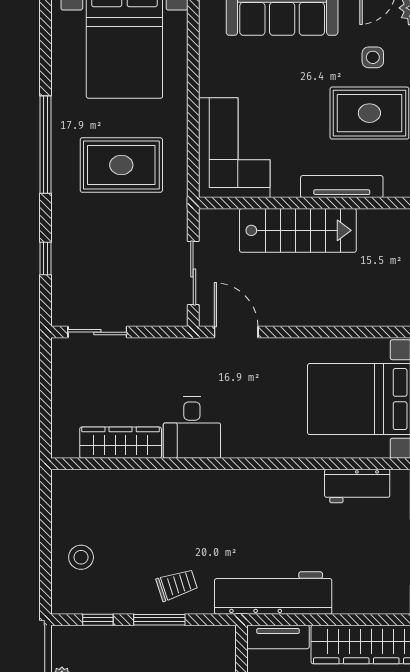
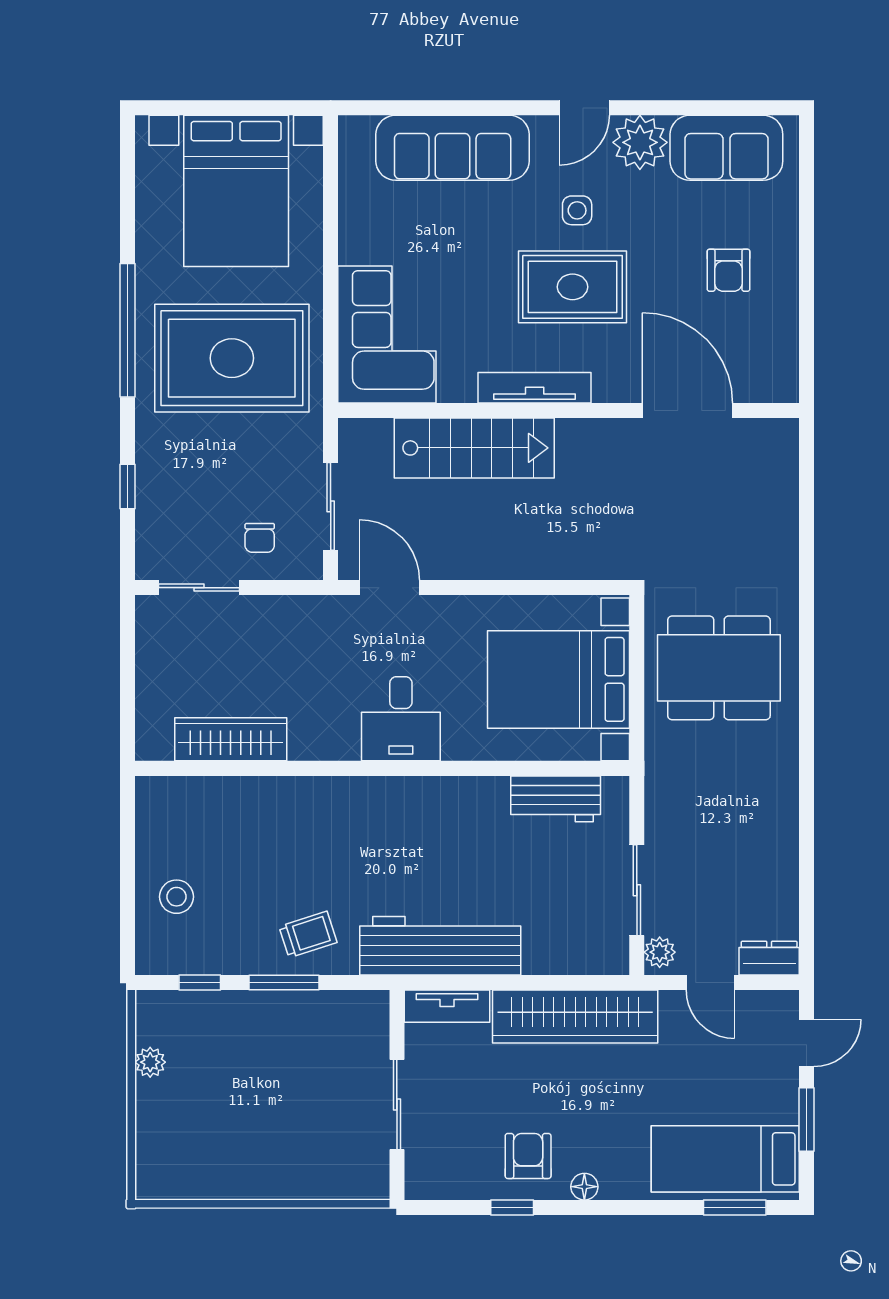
rug: (121, 165) -> (232, 358), width x1.37, depth x1.44
chair: (142, 296) -> (260, 538), added
desk: (192, 428) -> (401, 719), moved

